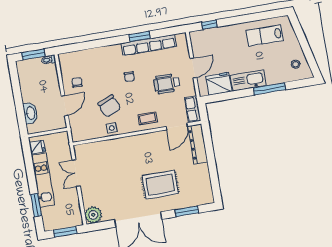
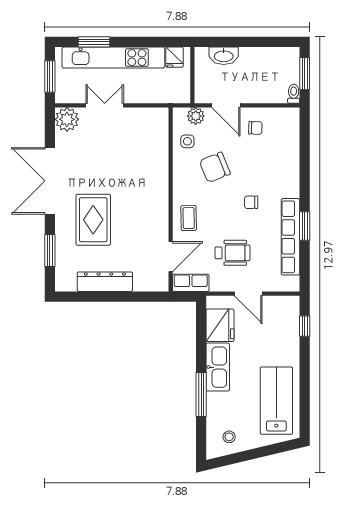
lab bench: (265, 36) -> (276, 401), width x1.36, depth x1.39
wheelchair: (167, 84) -> (232, 253), turned 90
plant: (76, 125) -> (196, 116), added
door: (177, 126) -> (171, 257), swing flipped
side table: (112, 128) -> (187, 141), moved
dresser: (198, 144) -> (105, 282), moved
double door: (76, 173) -> (105, 105), moved
kitchen unit: (43, 180) -> (113, 58), width x1.36

